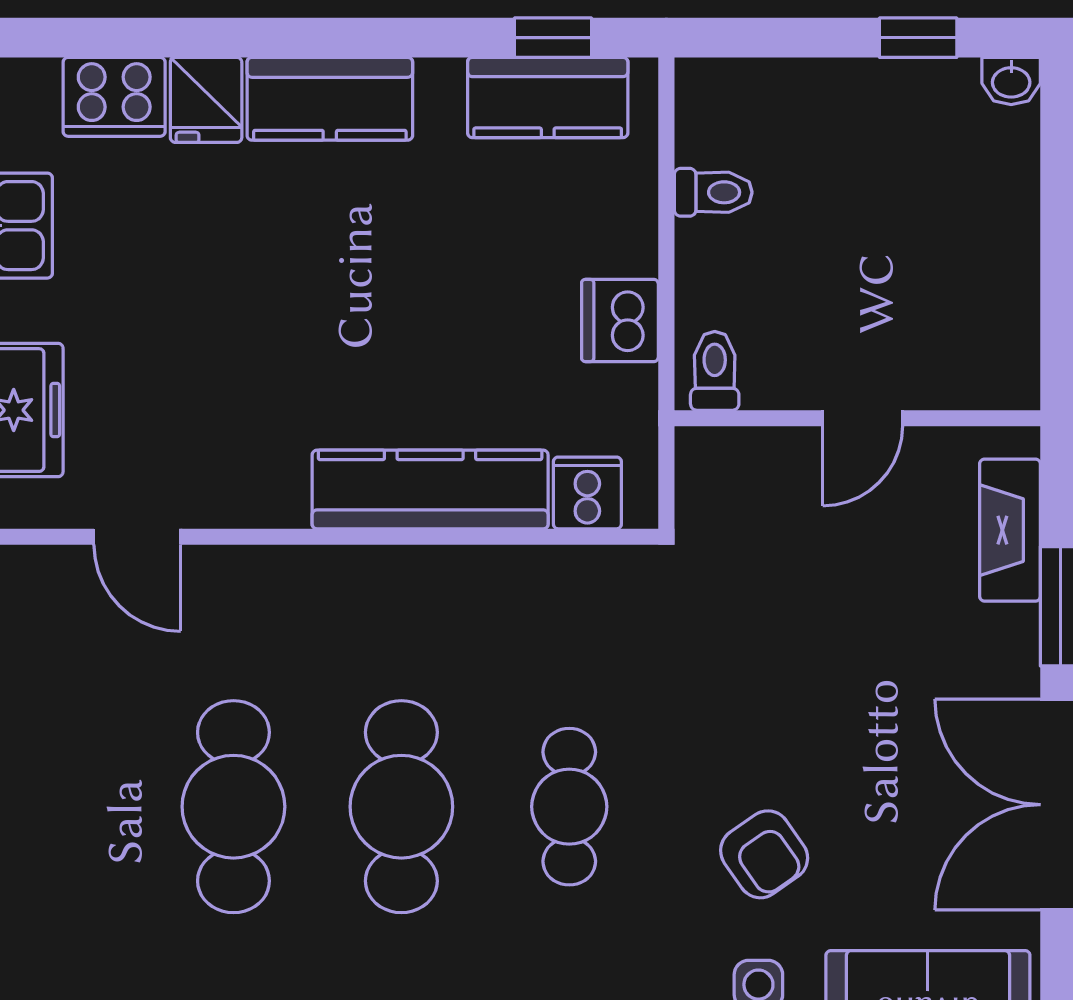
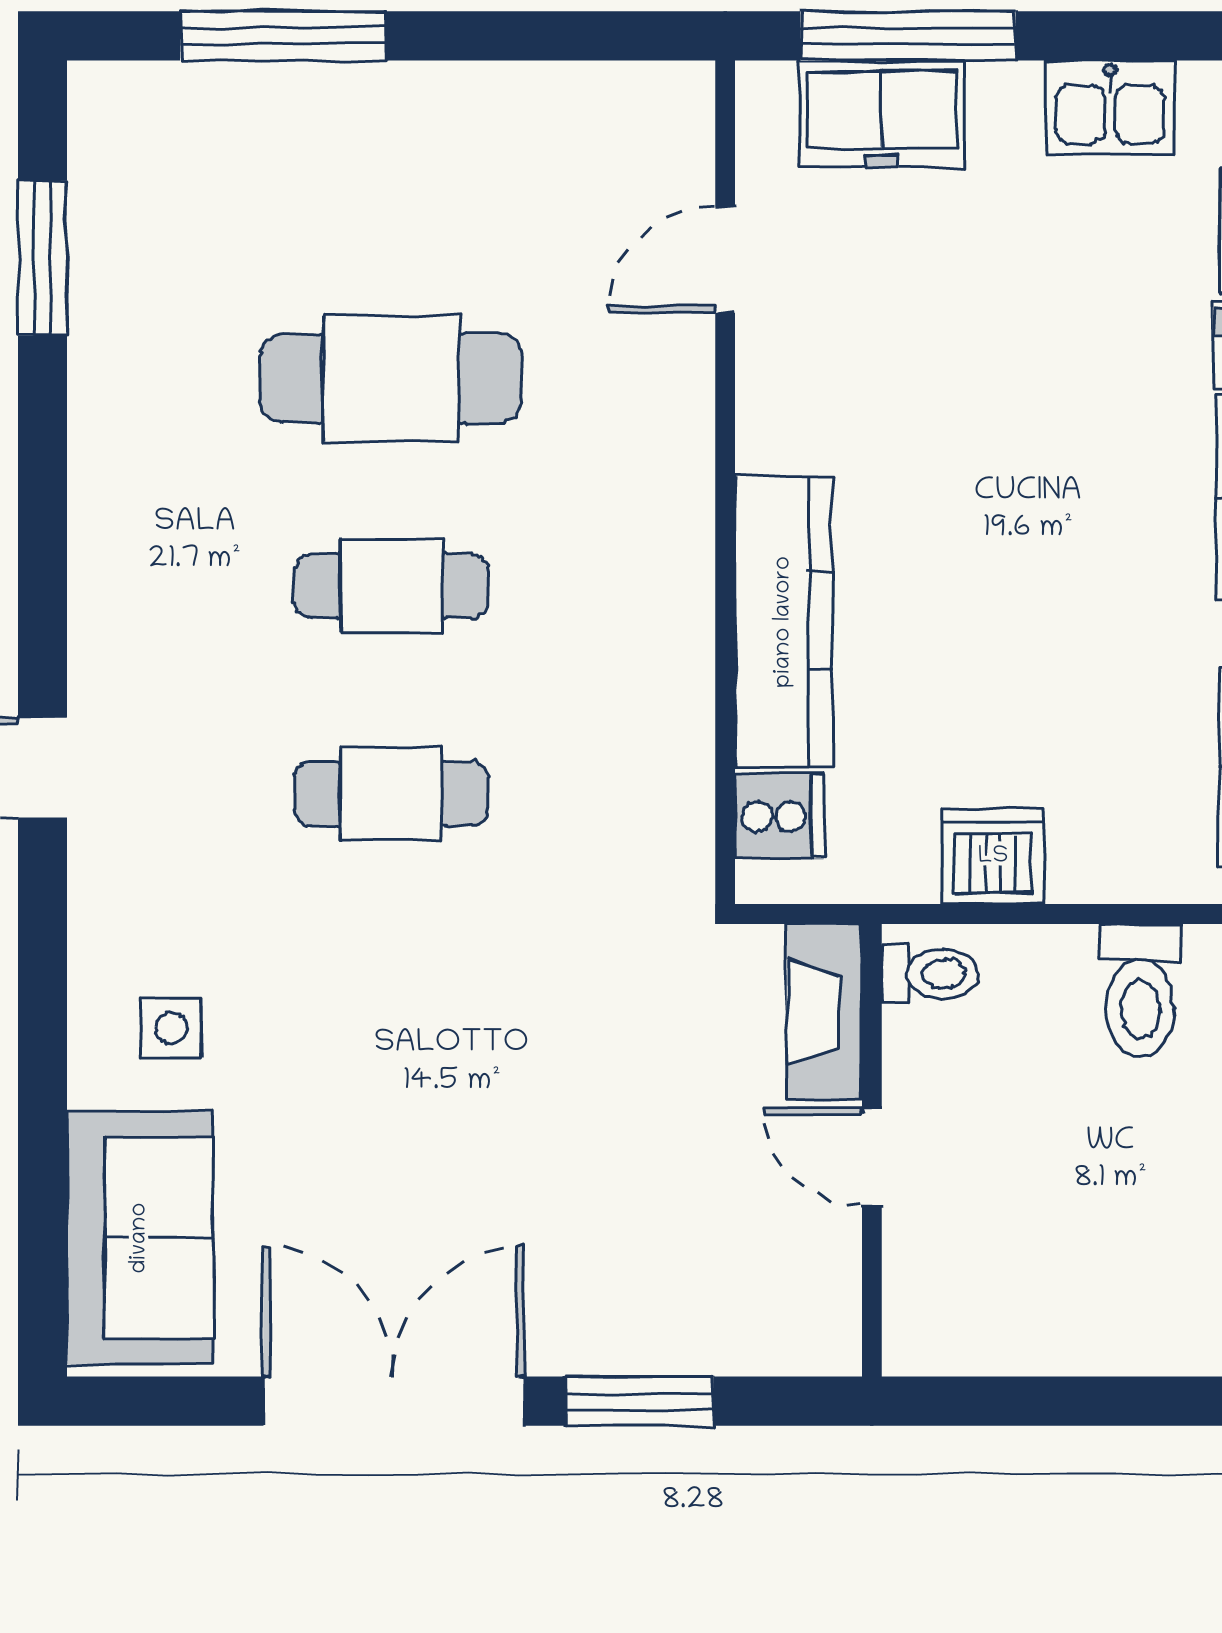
toilet: (713, 192) -> (1140, 991), width x1.37, depth x1.39
fireplace: (1010, 530) -> (824, 1012), moved, turned -90
cafe table: (401, 807) -> (391, 586), width x0.73, depth x0.74
armchair: (764, 854) -> (332, 1035), removed

